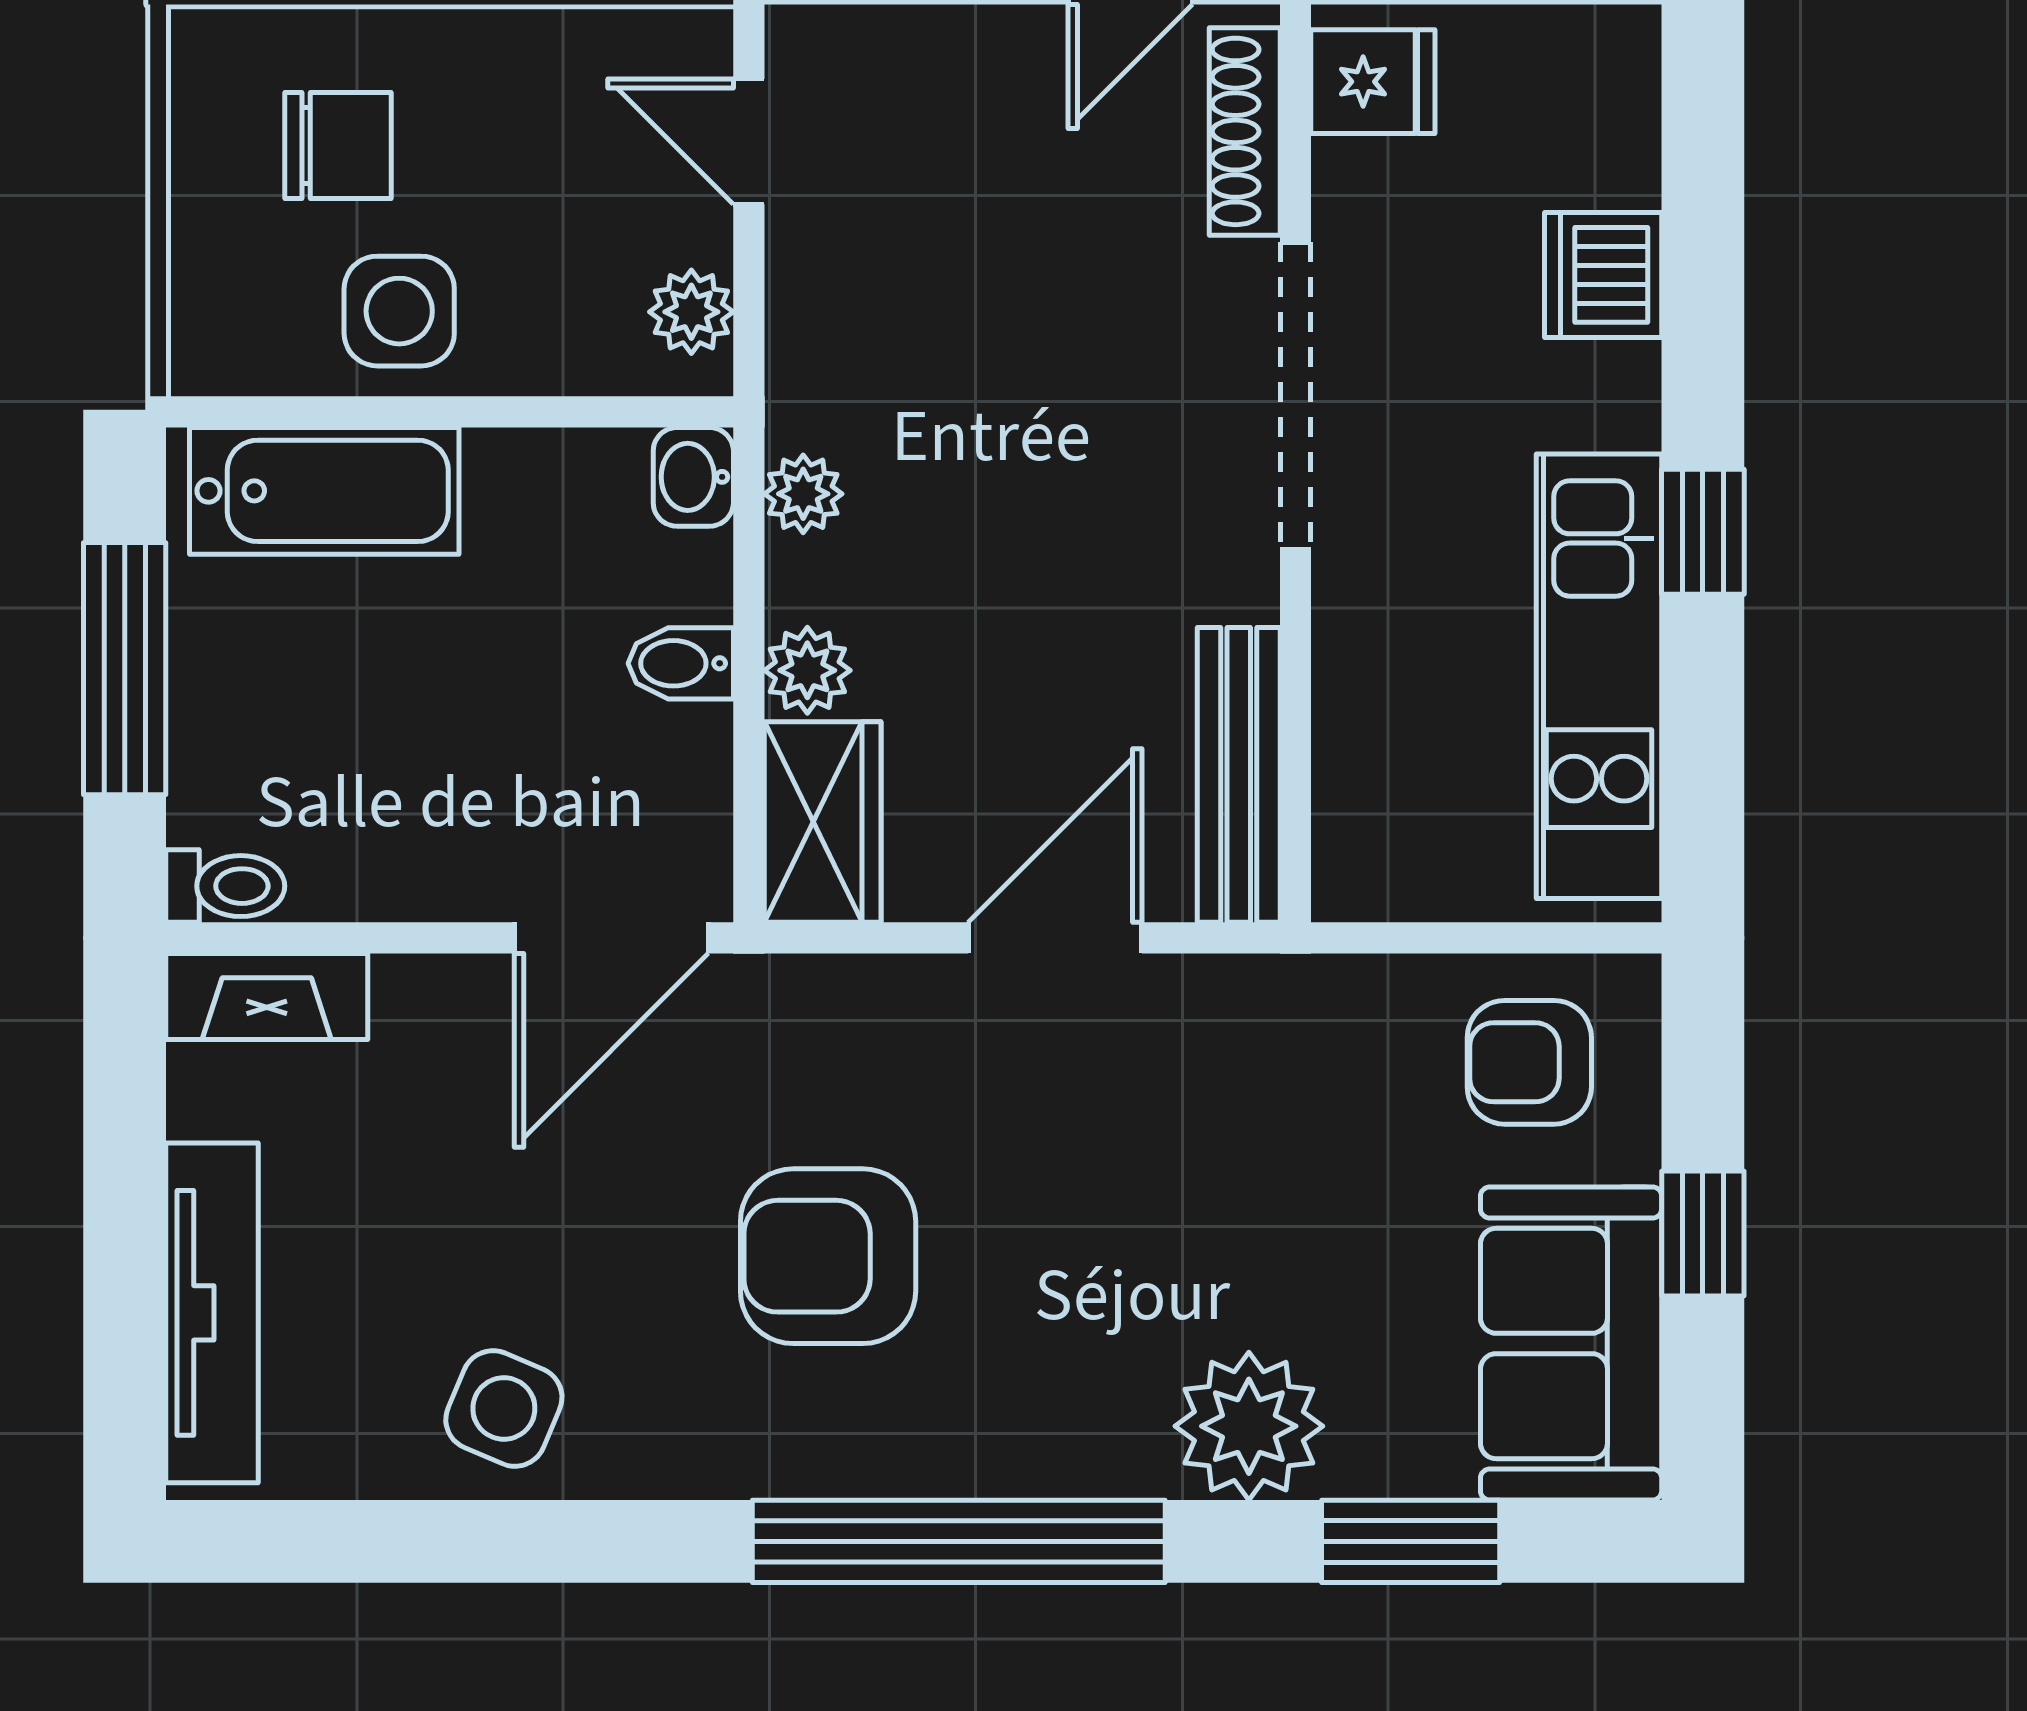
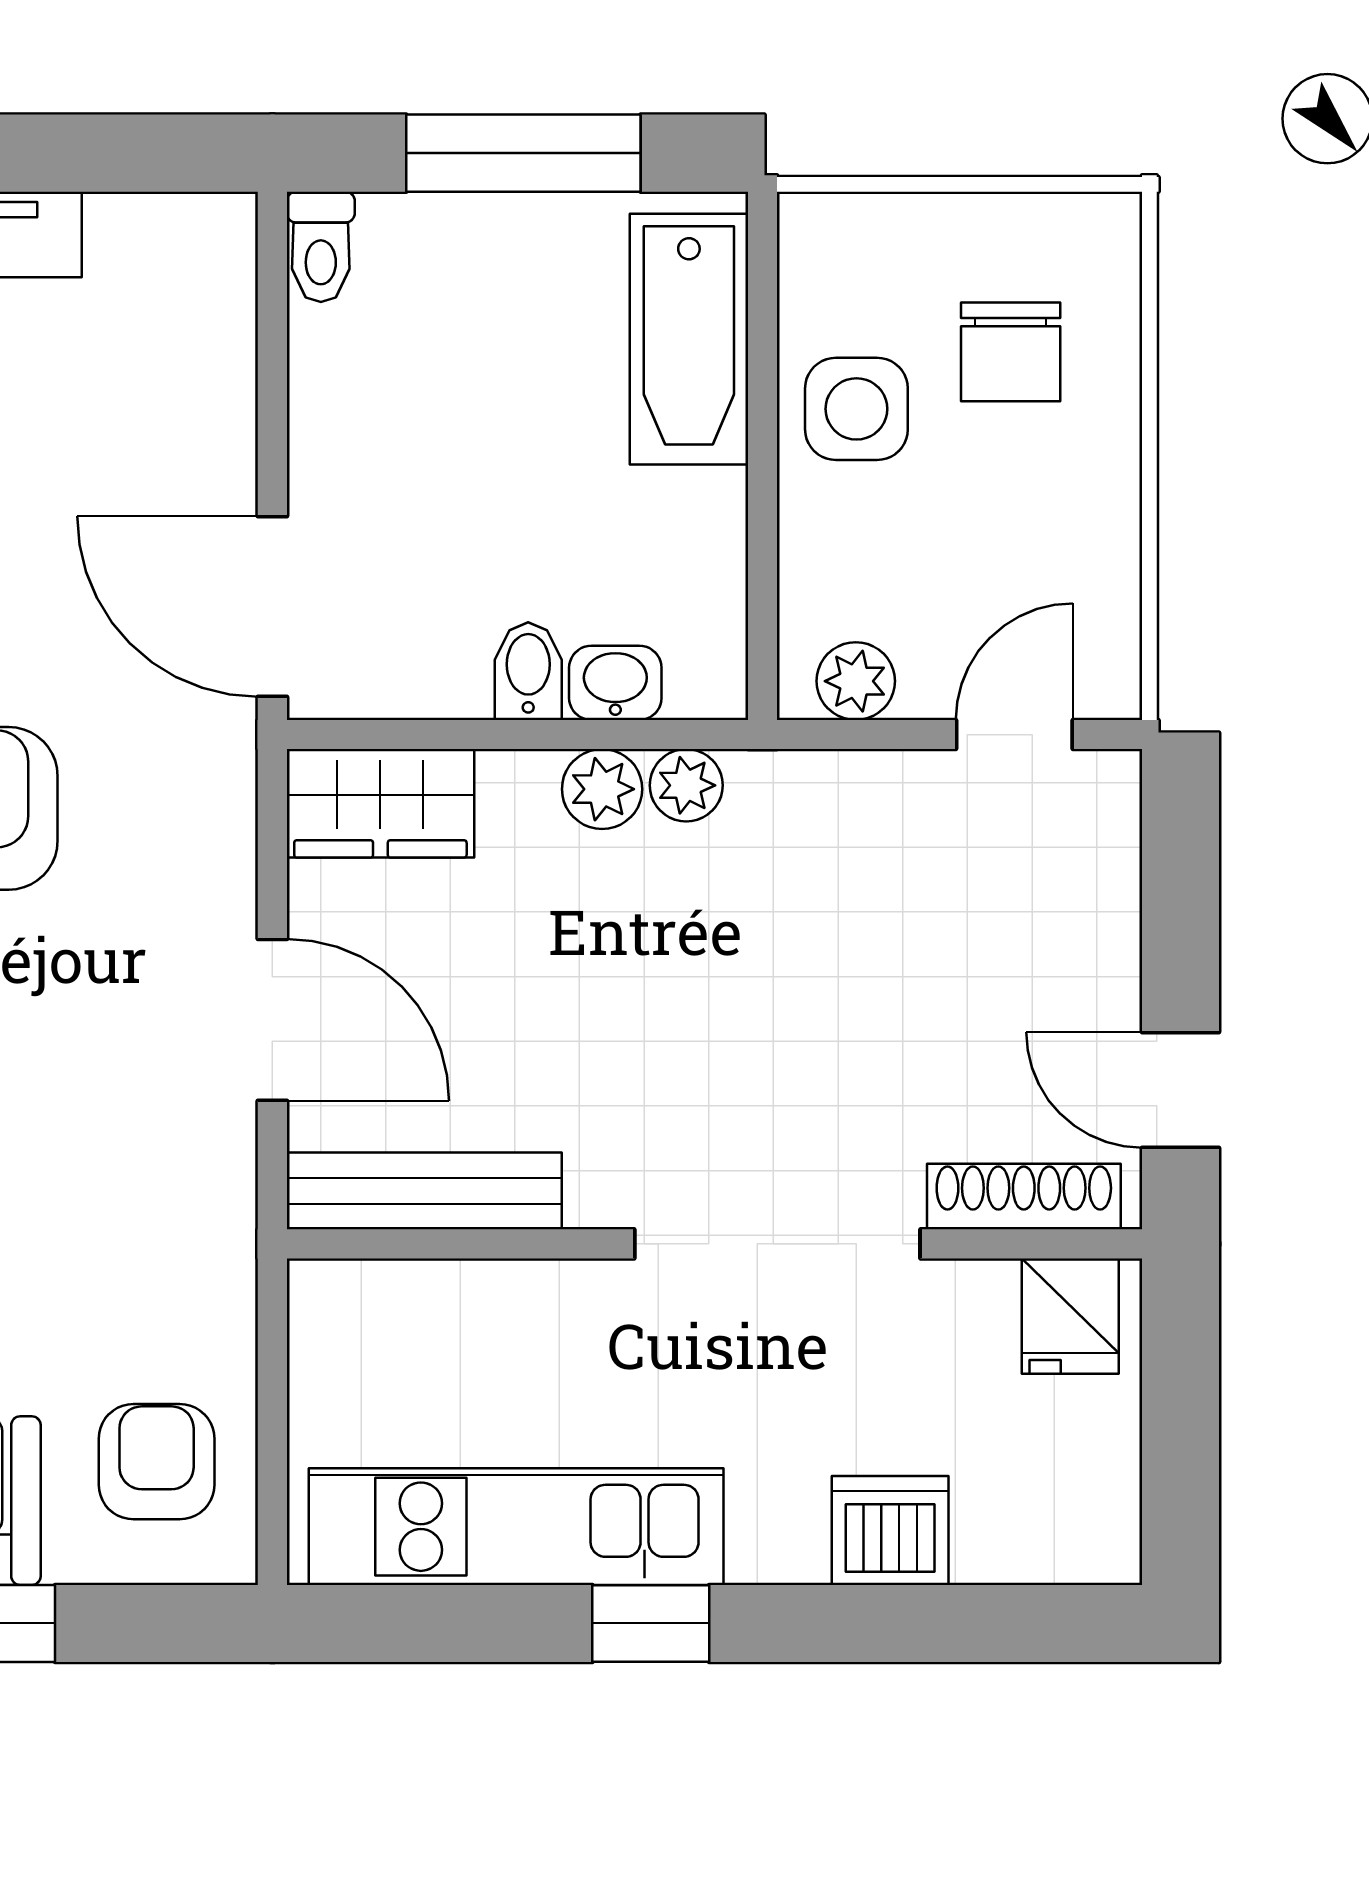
washbasin: (693, 477) -> (615, 683), moved
plant: (807, 670) -> (602, 789), moved
fireplace: (267, 996) -> (218, 285), removed

